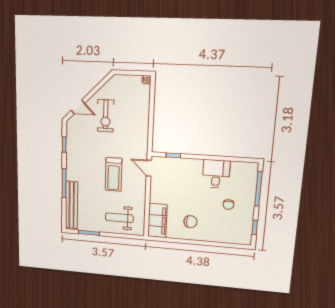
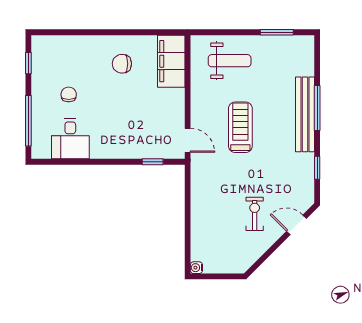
exercise bike: (106, 116) -> (255, 214), width x0.73, depth x0.72
desk: (216, 174) -> (70, 139), moved
bench: (72, 205) -> (305, 114), moved

